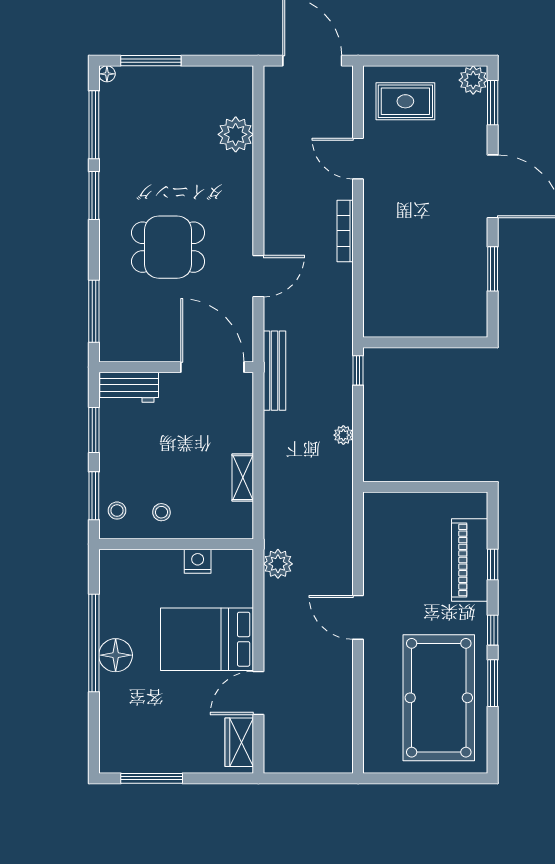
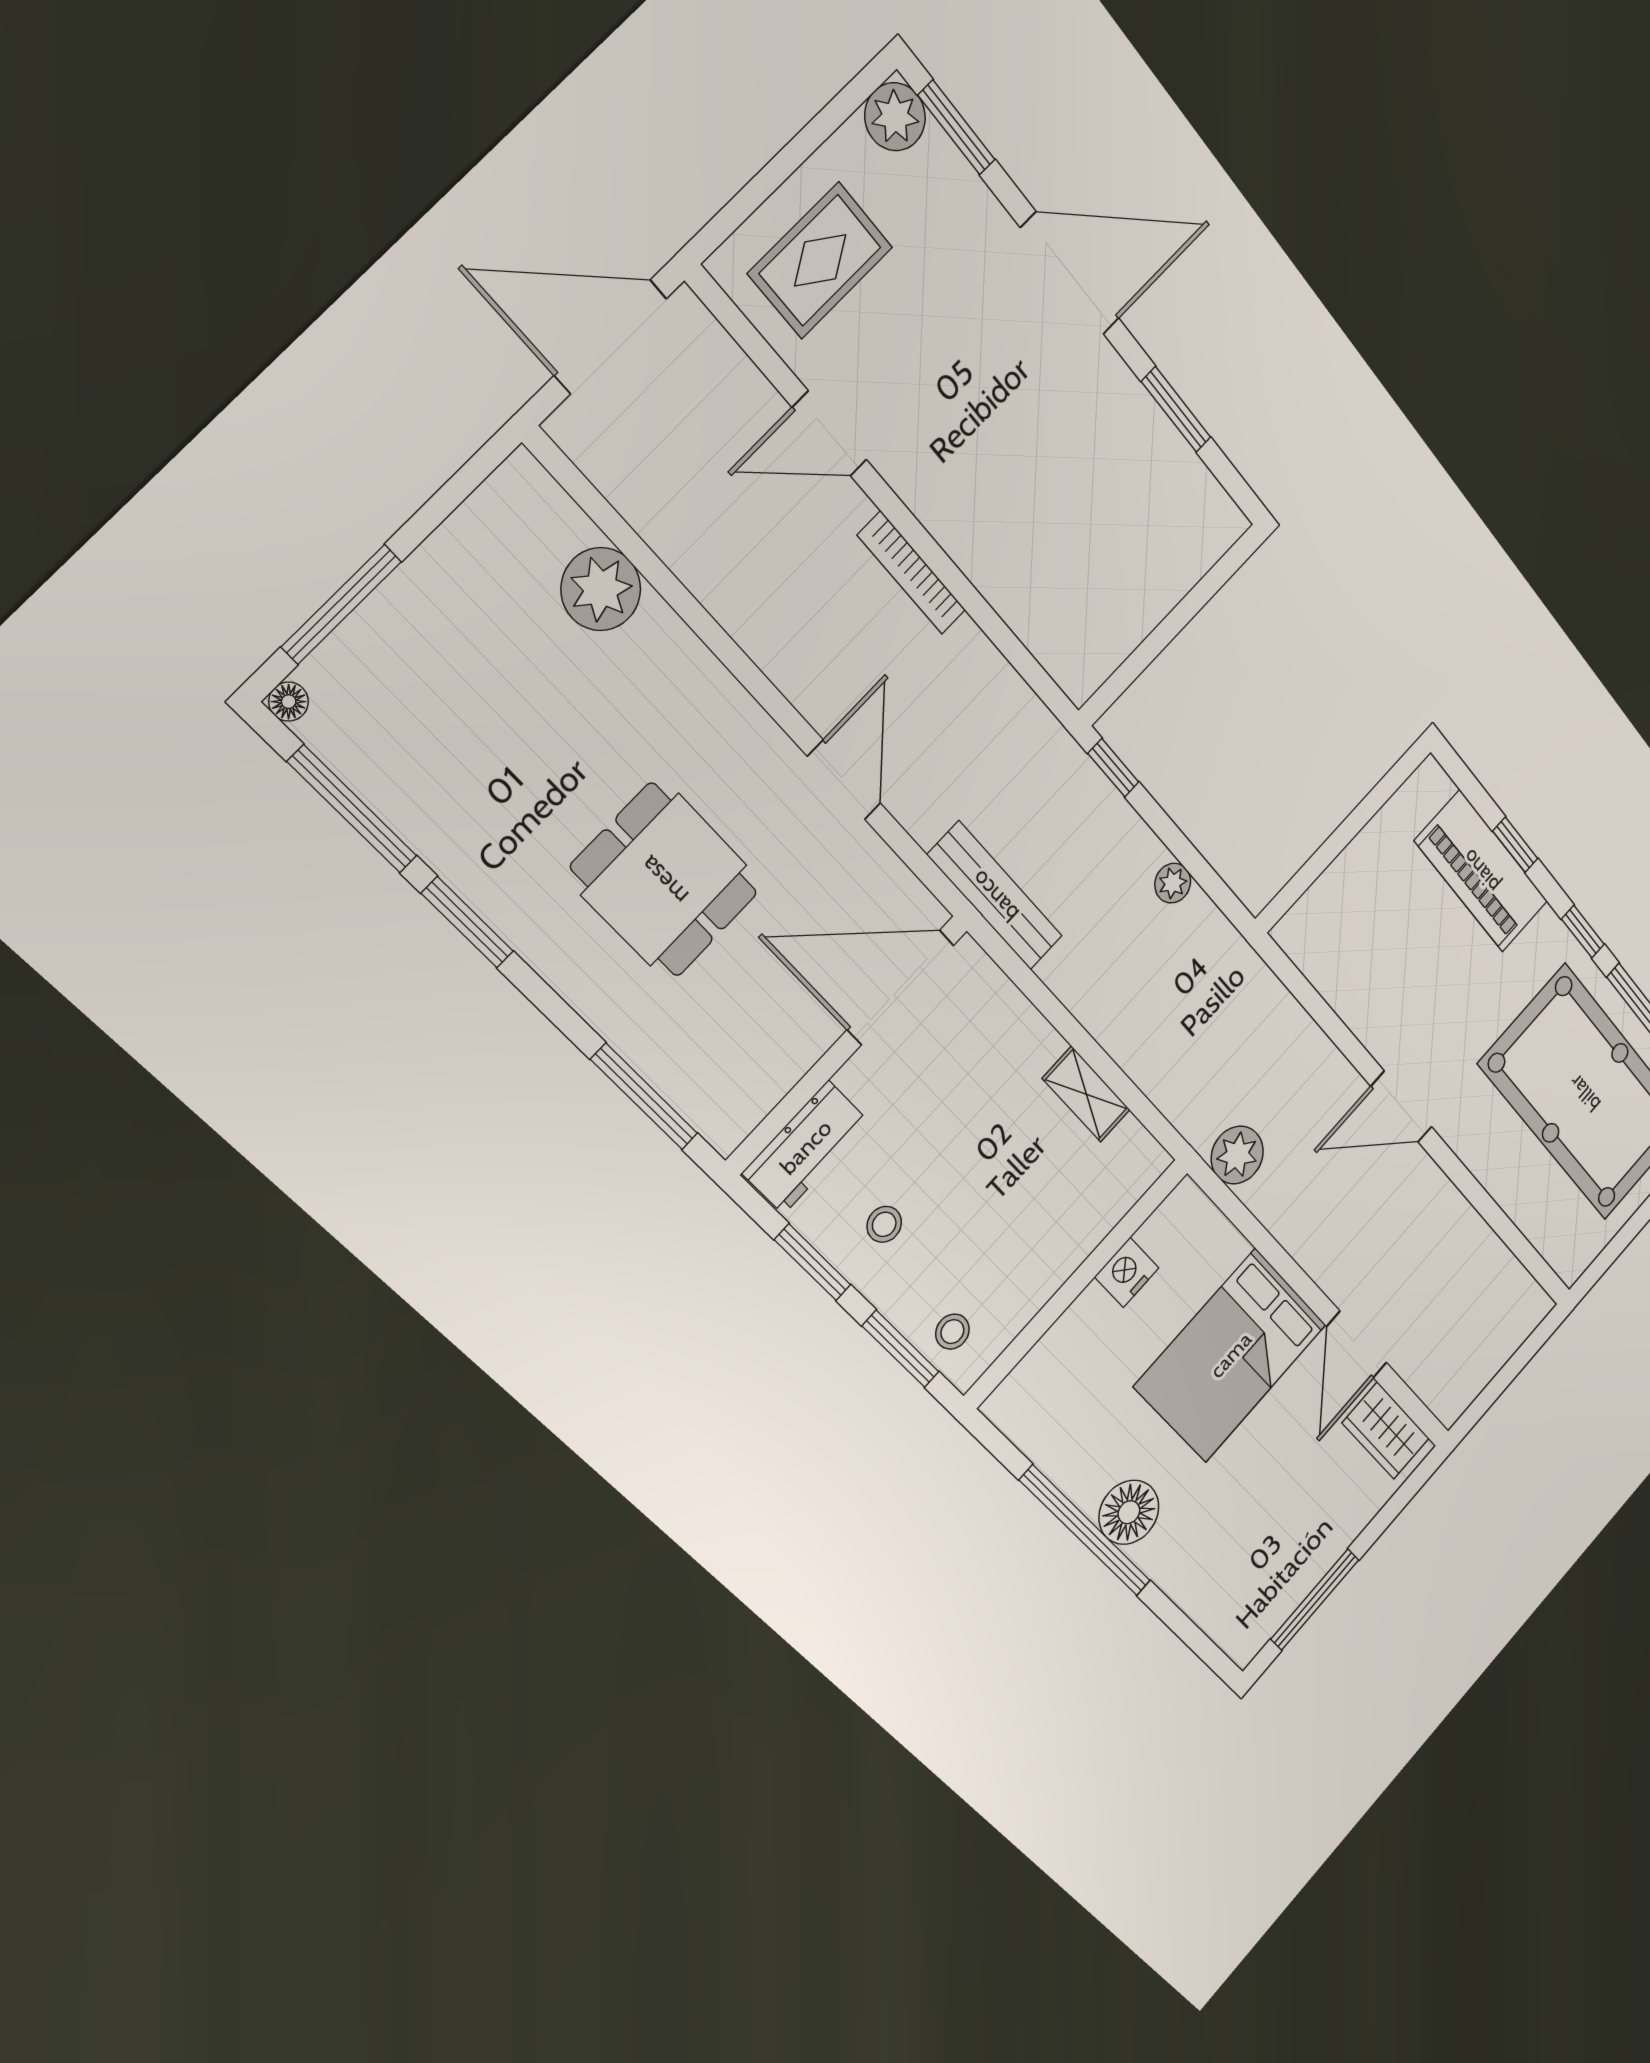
dining table: (168, 247) -> (664, 880), turned 90
stool: (161, 512) -> (884, 1224), moved

